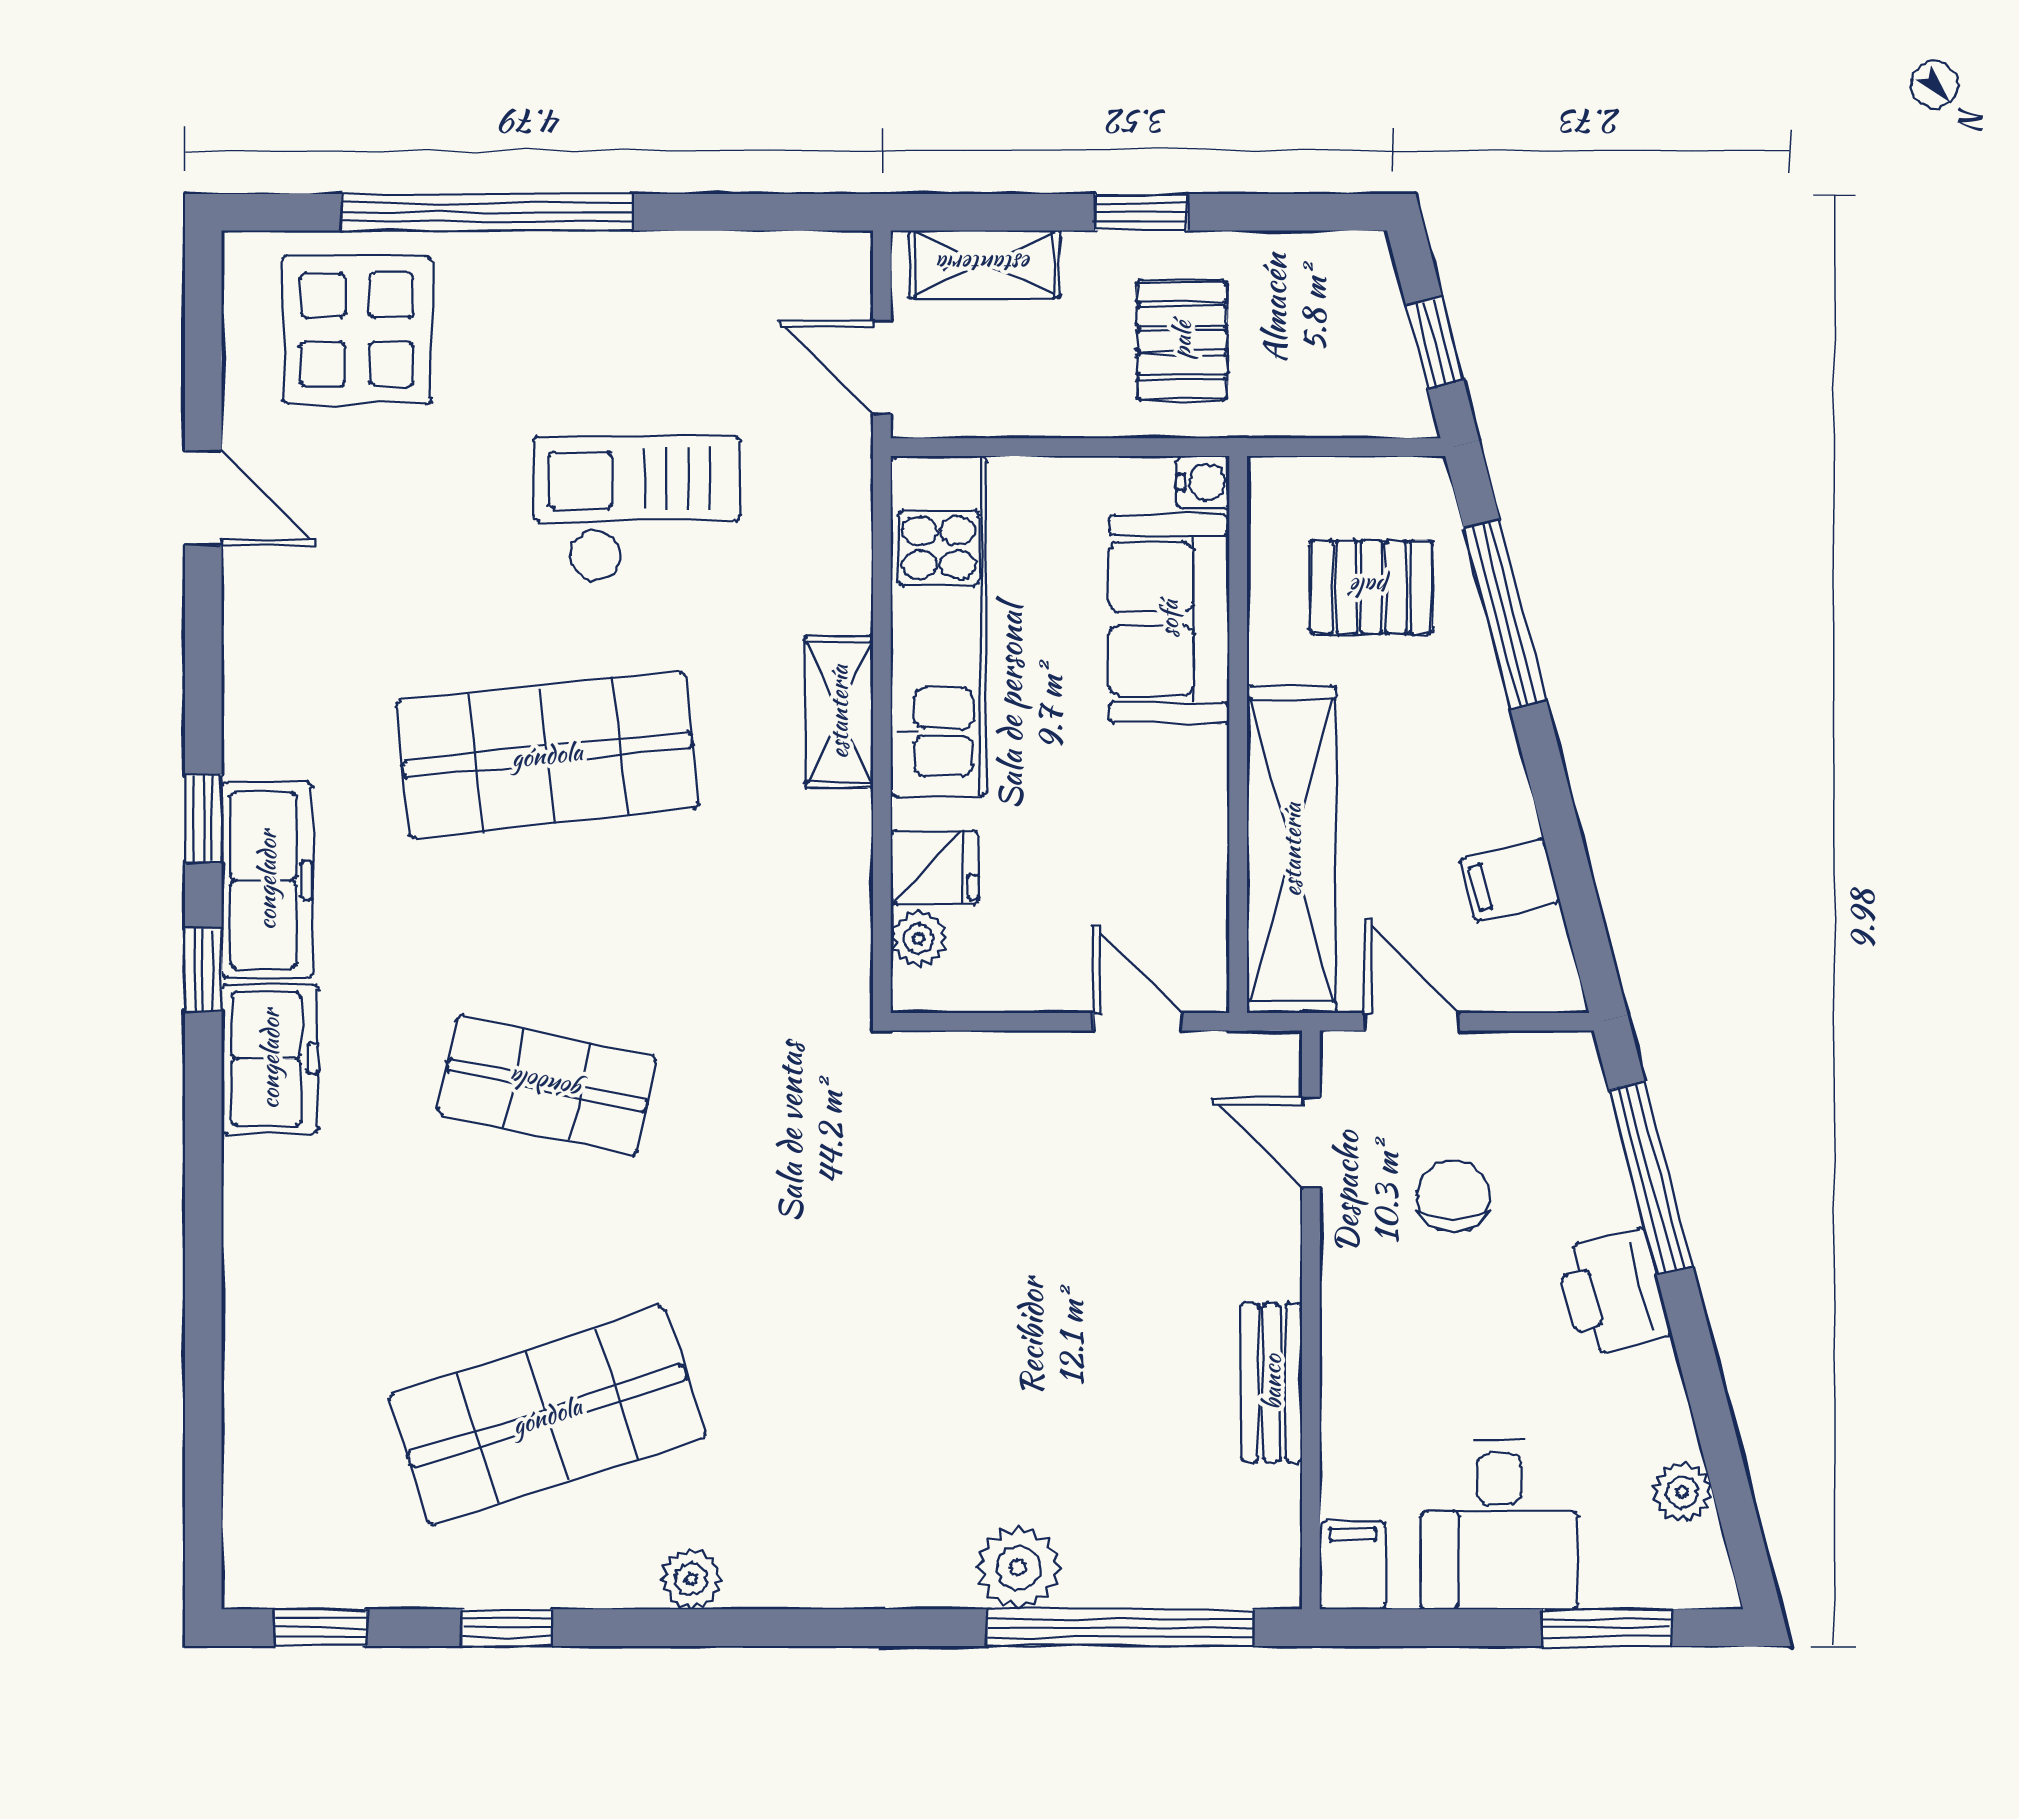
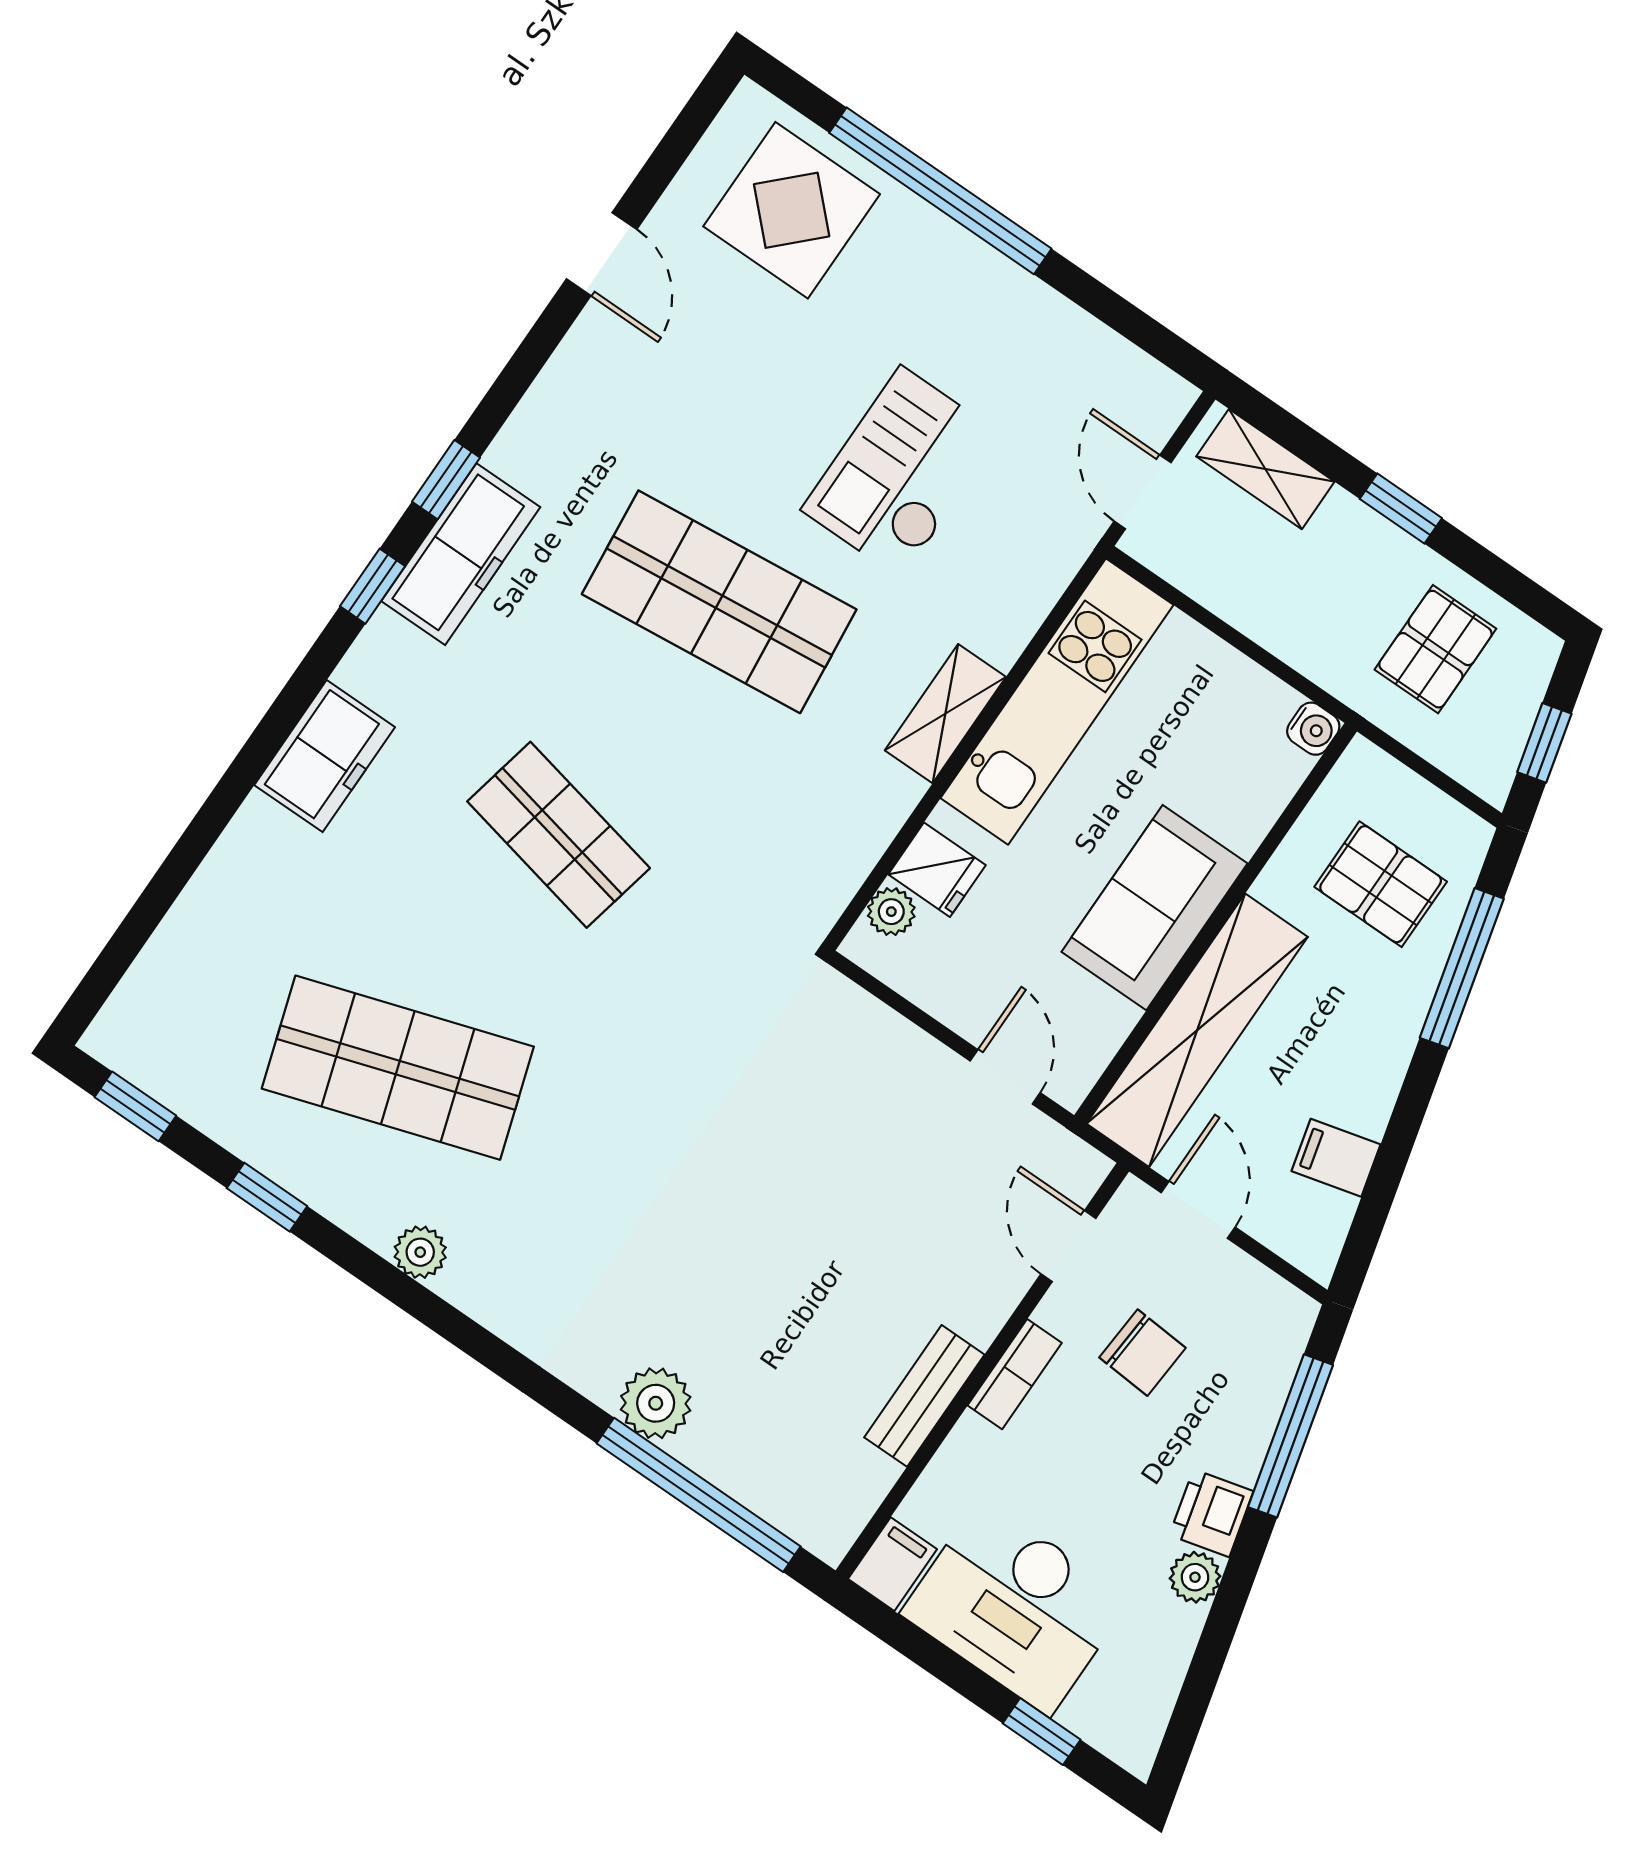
pallet: (1182, 340) -> (1435, 649), moved
checkout: (637, 509) -> (901, 472), turned -90
sofa: (1169, 619) -> (1155, 908), moved
freezer: (270, 1059) -> (325, 756), moved
chair: (1453, 1196) -> (1142, 1353), turned 94
printer: (1613, 1292) -> (1211, 1513), width x0.73, depth x0.81
bookcase: (1344, 1302) -> (1015, 1374), added
plant: (1682, 1492) -> (1195, 1577), moved
desk: (1499, 1525) -> (1015, 1607), width x1.37
window: (1607, 1628) -> (1042, 1731), width x0.67

